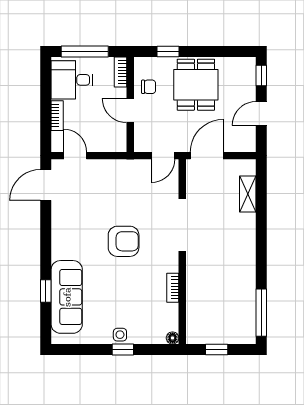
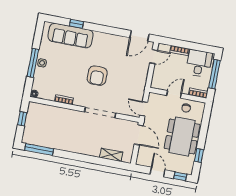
window: (168, 52) -> (199, 155), moved
dining table: (196, 85) -> (182, 136), width x1.38
door: (46, 185) -> (139, 36), swing flipped
window: (123, 350) -> (33, 63), width x2.17

